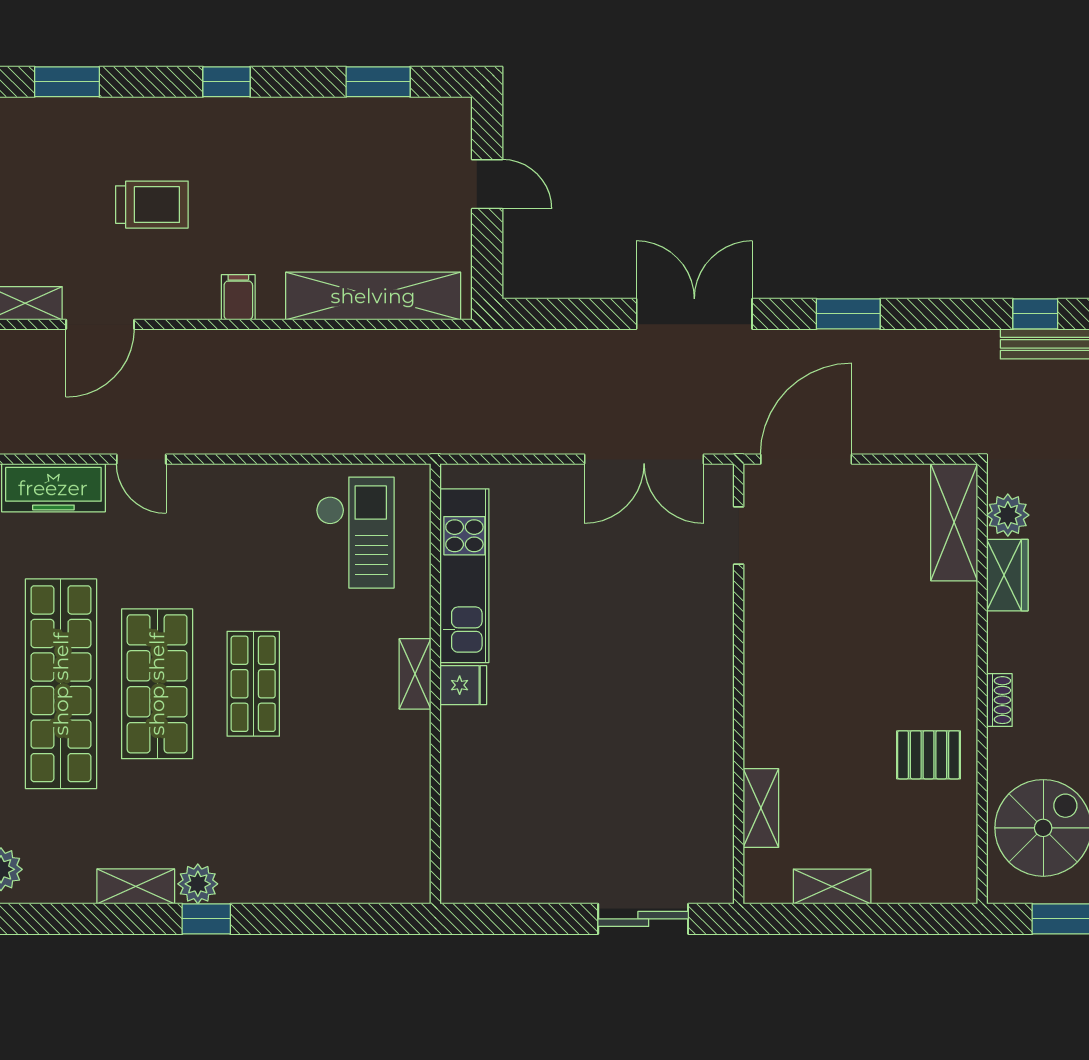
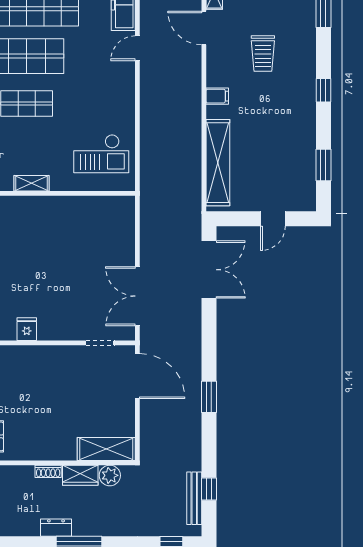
double door: (694, 314) -> (209, 270), moved
kitchen unit: (464, 576) -> (80, 208), removed
fridge: (463, 685) -> (27, 329), moved, turned 180
shoe rack: (999, 700) -> (48, 471), moved

